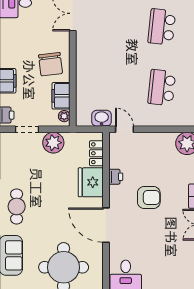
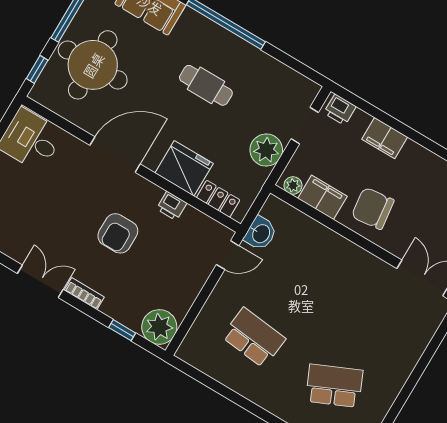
school desk: (162, 27) -> (334, 386), turned -30
cafe table: (17, 206) -> (206, 85), moved

